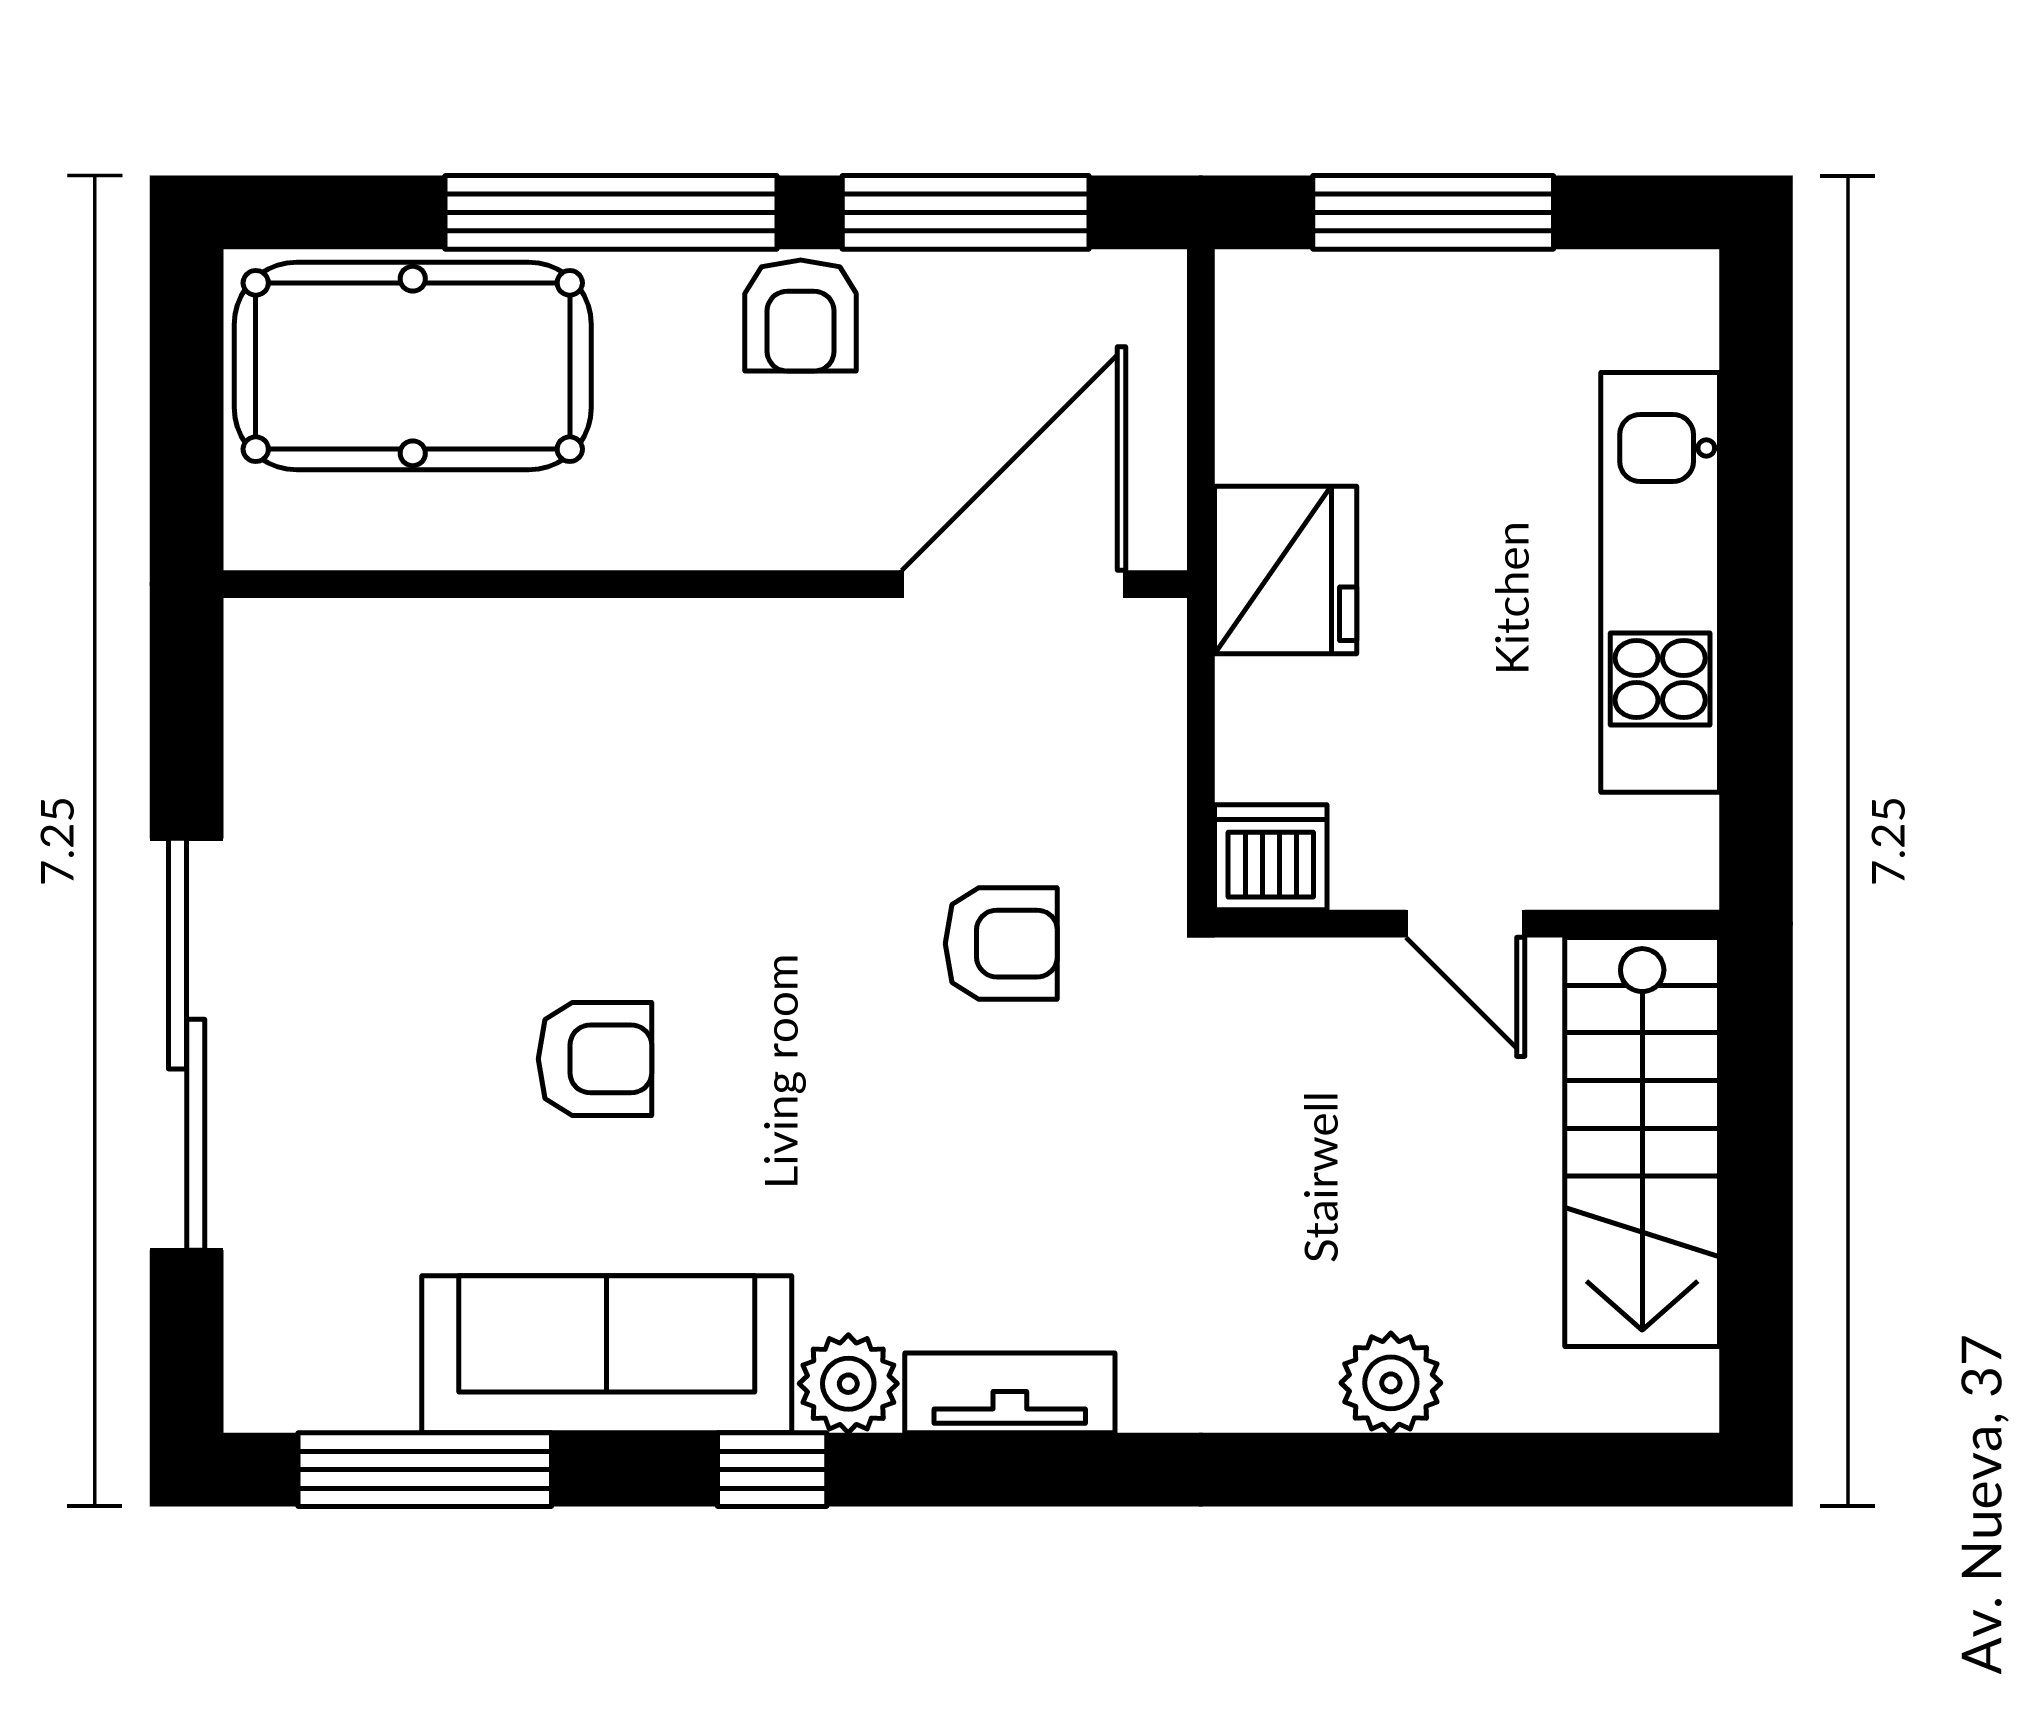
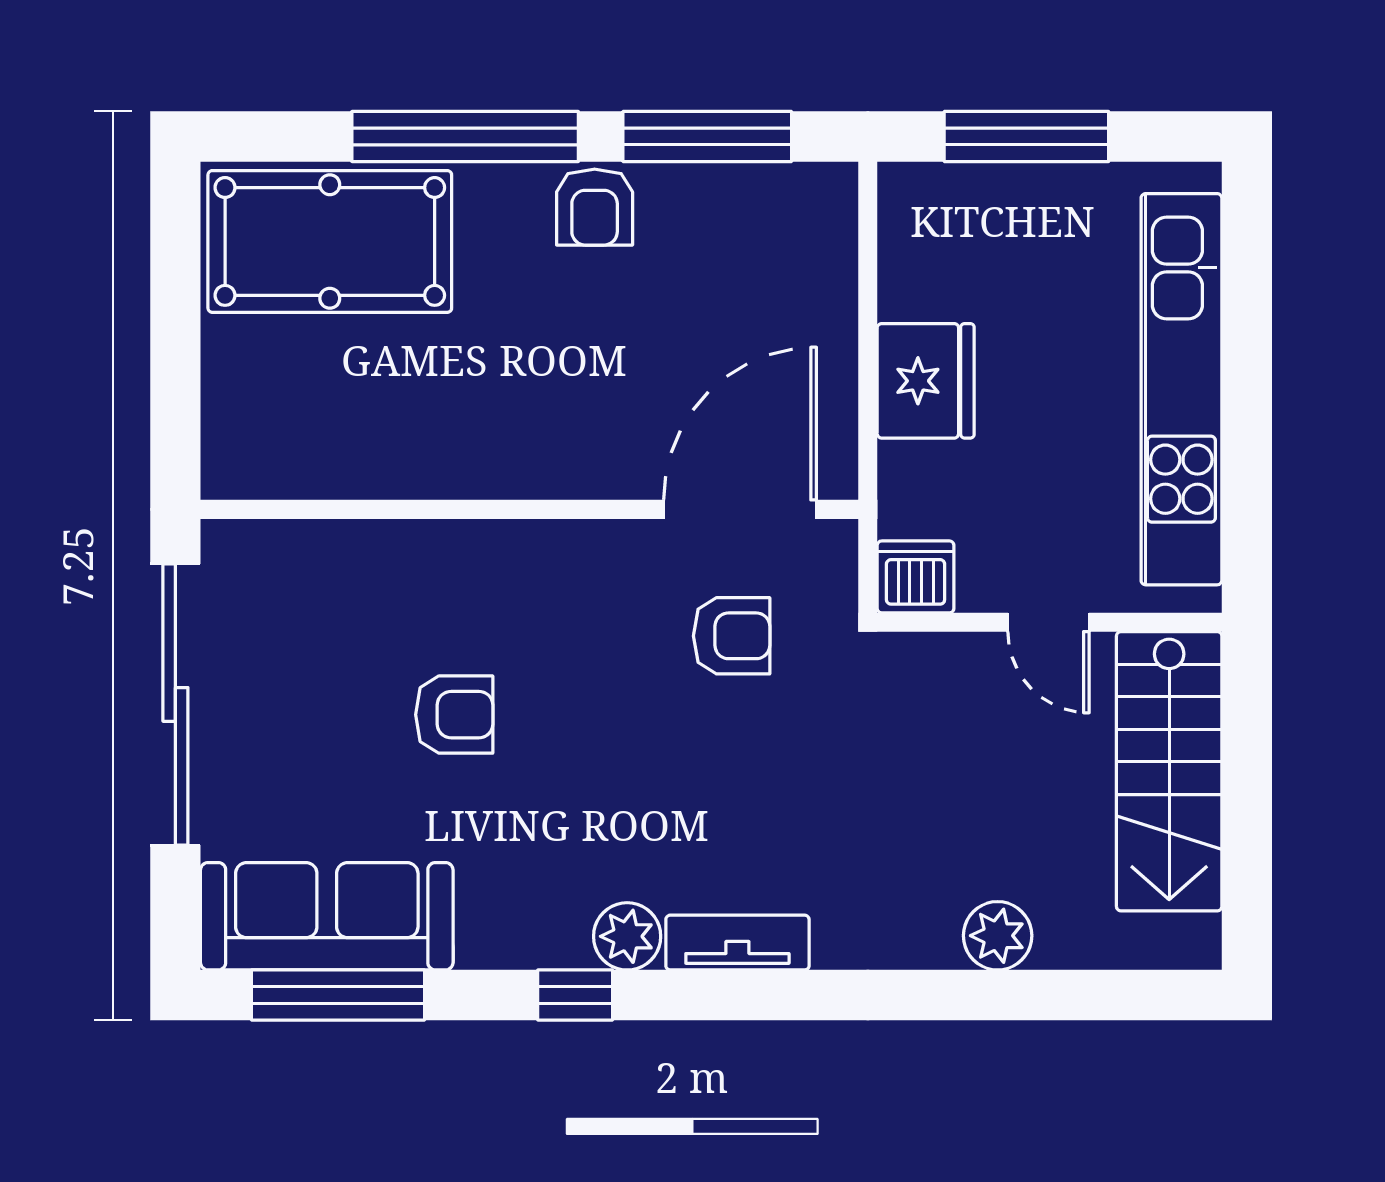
kitchen unit: (1660, 582) -> (1181, 389), width x1.36
wall: (705, 584) -> (529, 509), moved
door: (1014, 584) -> (740, 509), moved
sofa: (607, 1354) -> (327, 916), moved

